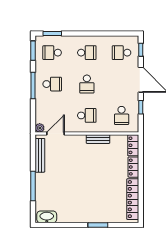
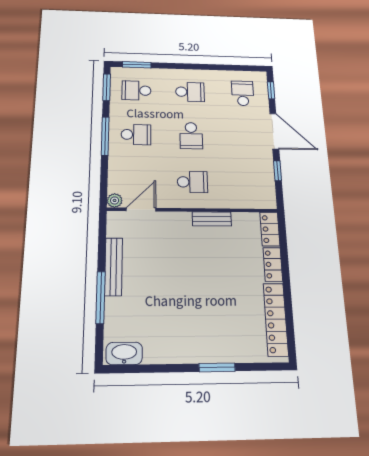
school desk: (122, 53) -> (243, 93), turned 90
school desk: (122, 115) -> (248, 183), removed
bench: (40, 155) -> (114, 267), moved

